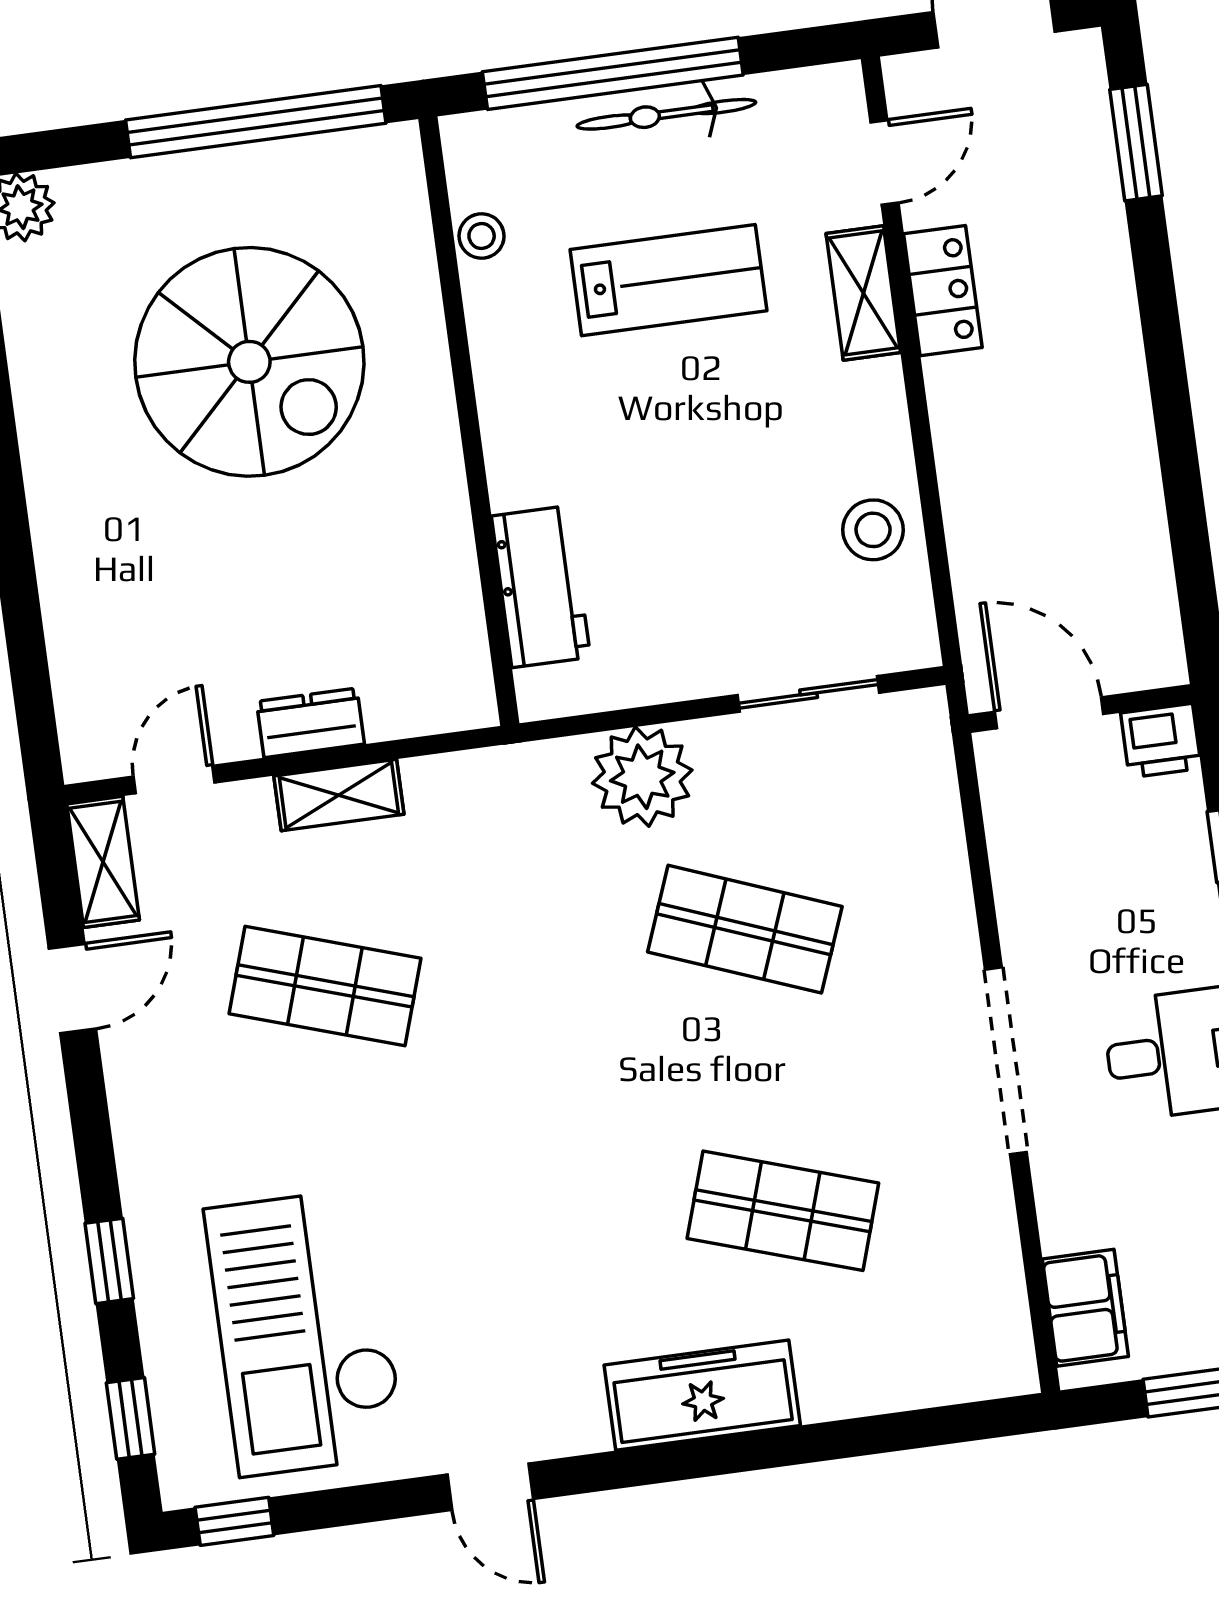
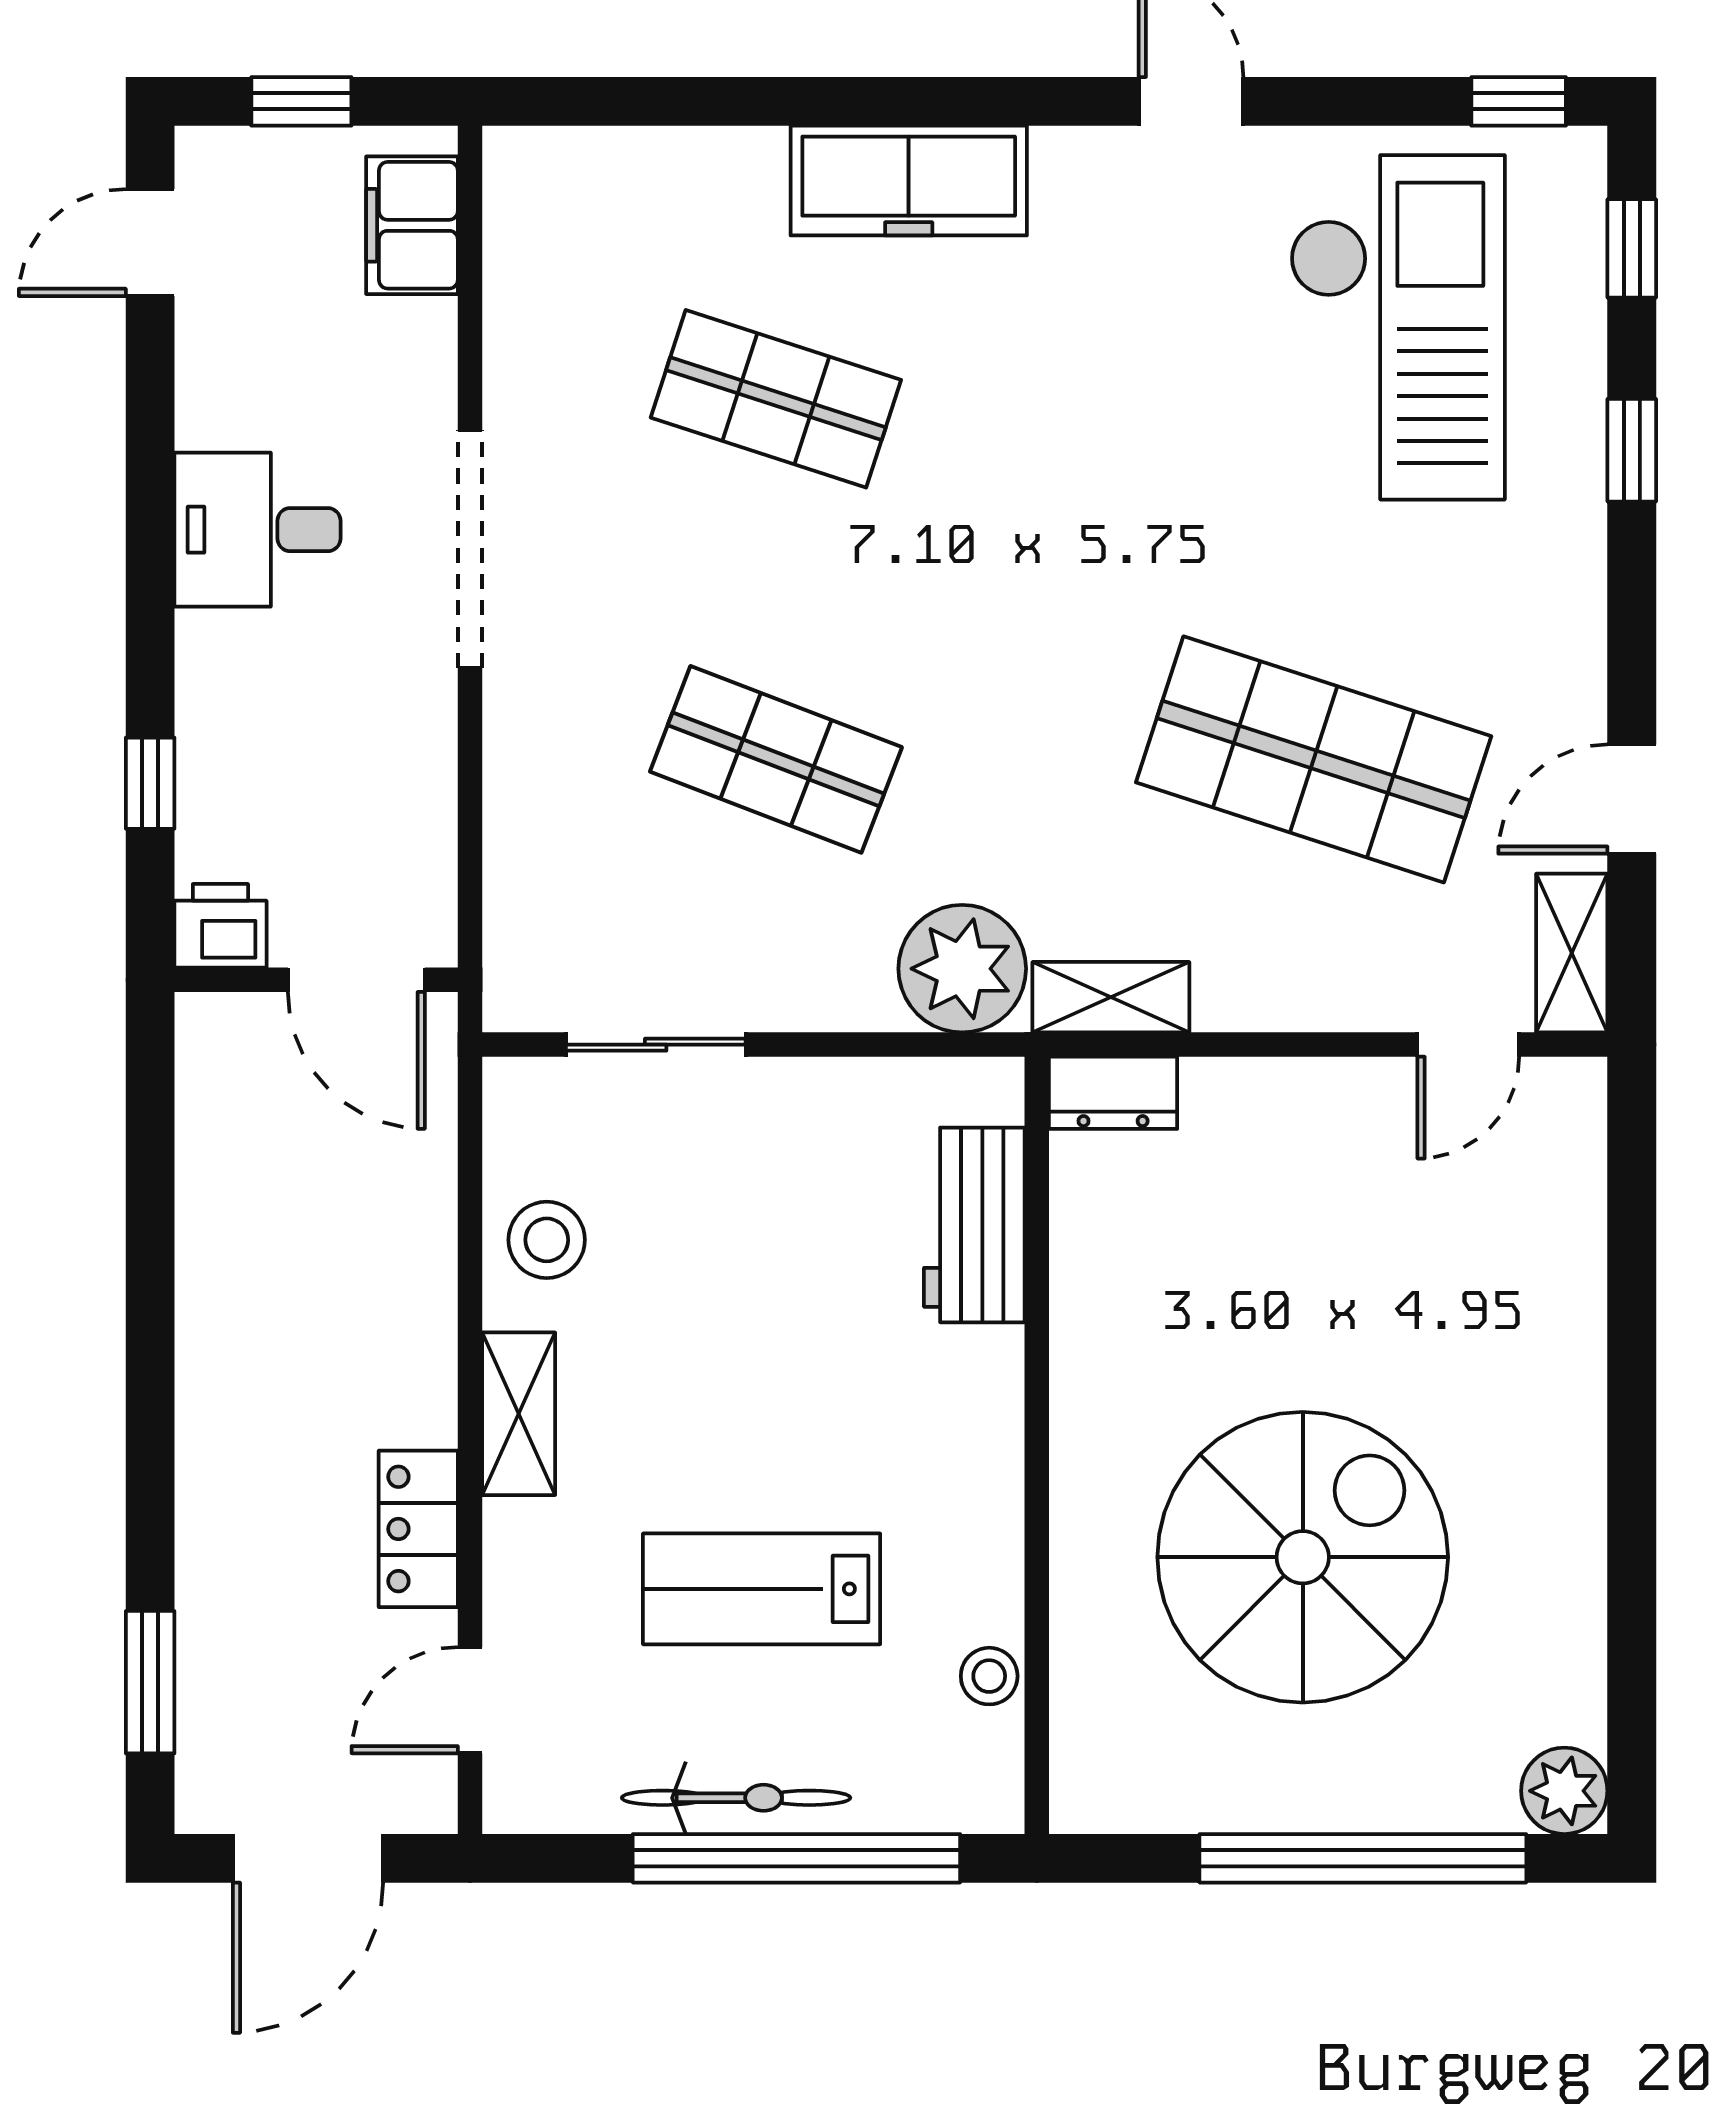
window: (256, 122) -> (1363, 1858), moved
shelving: (863, 293) -> (519, 1414), moved
spiral stairs: (249, 362) -> (1303, 1557), turned 90
dresser: (310, 723) -> (1113, 1093), moved
plant: (642, 777) -> (962, 969), moved
shelving: (339, 795) -> (1111, 997), moved
shop shelf: (325, 986) -> (1314, 759), width x1.43, depth x1.36

